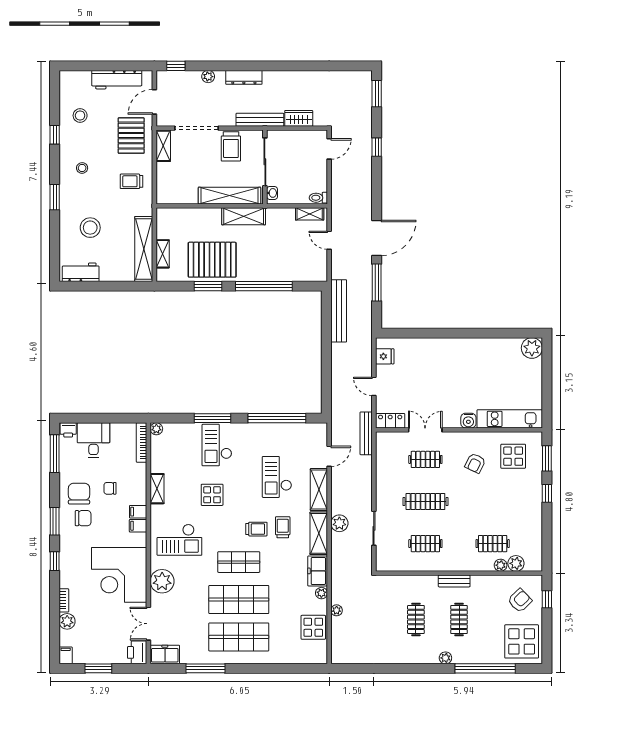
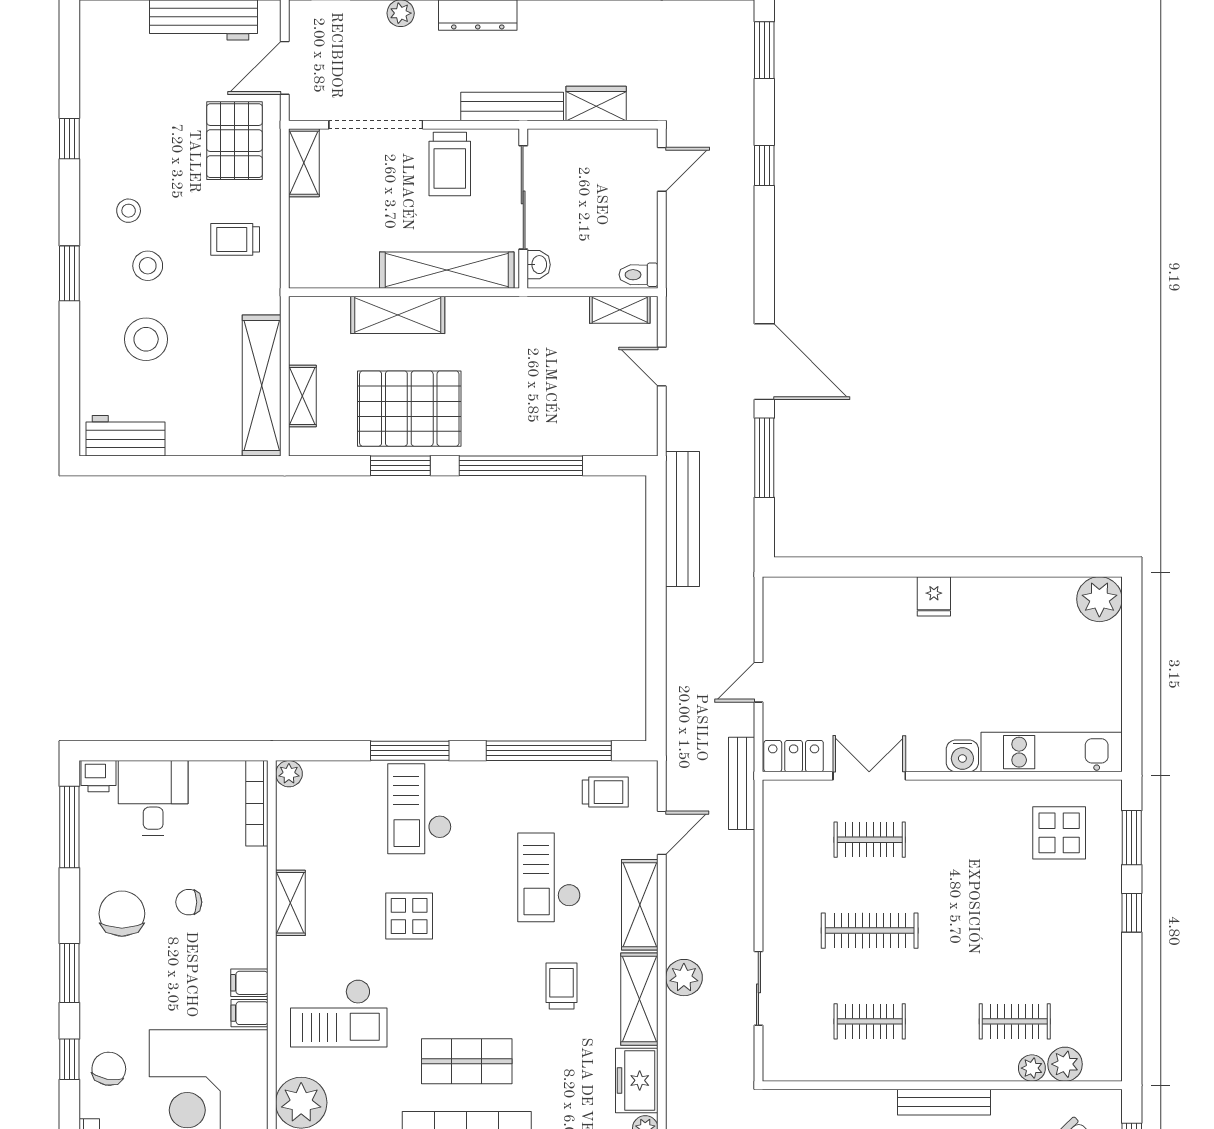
stool: (80, 116) -> (148, 266), moved
shelving: (244, 216) -> (398, 315), moved
door: (377, 238) -> (764, 362), hinge flipped
fridge: (385, 356) -> (934, 596), moved, turned 90
door: (374, 386) -> (758, 682), hinge flipped
armchair: (475, 463) -> (977, 848), removed
filing cabinet: (138, 512) -> (249, 1013), moved
chair: (83, 518) -> (109, 1069), moved, turned -79
trolley: (256, 529) -> (605, 792), moved
bench: (454, 581) -> (944, 1102), width x1.36

